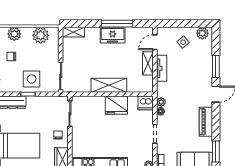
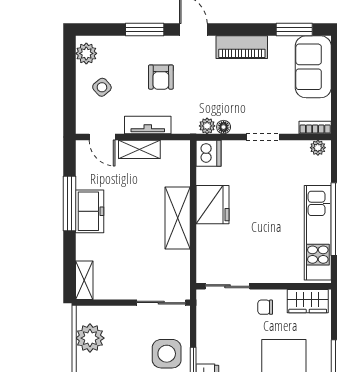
armchair: (189, 76) -> (161, 77), added

